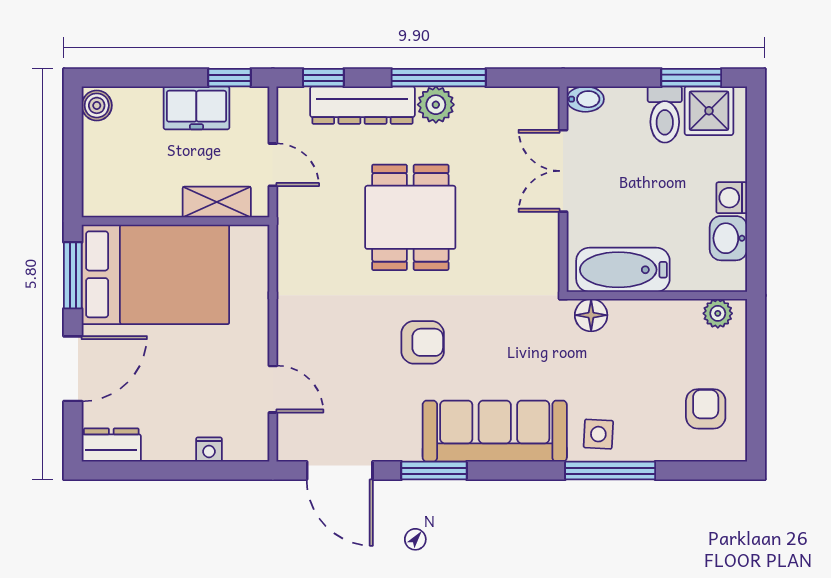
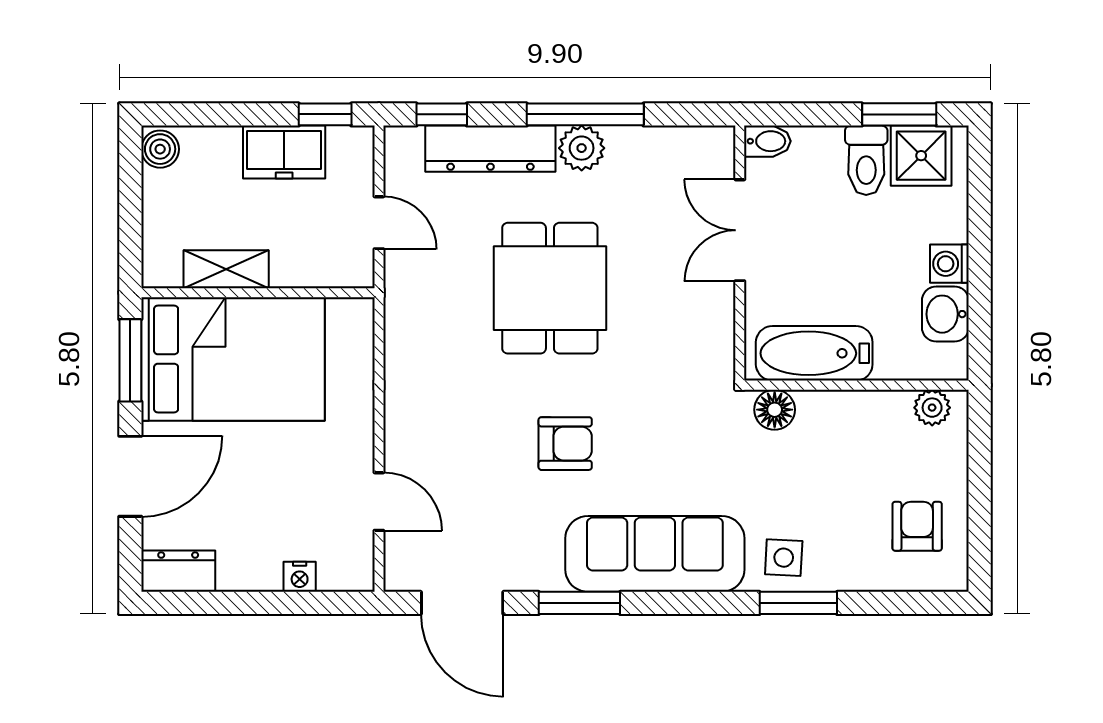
shelving: (217, 202) -> (226, 269), moved
window: (610, 471) -> (798, 603), width x0.69

